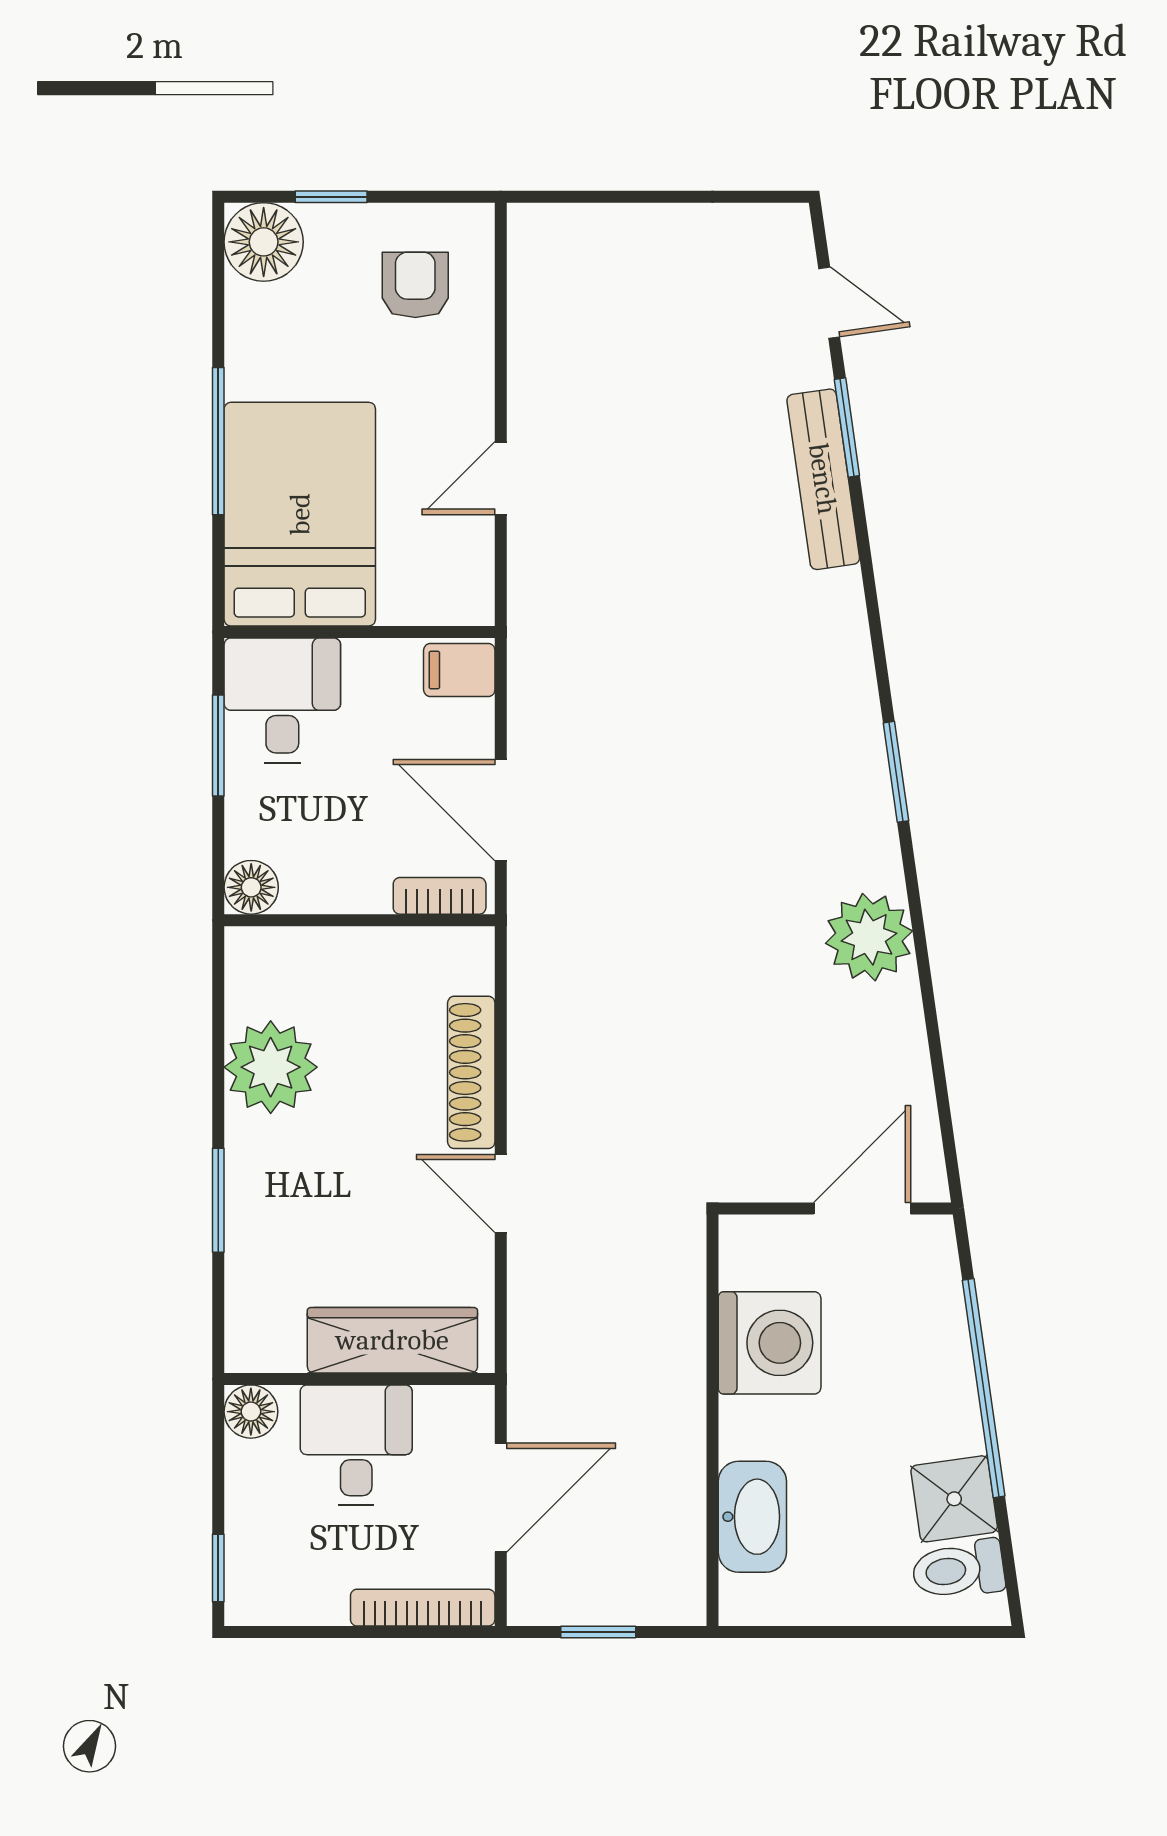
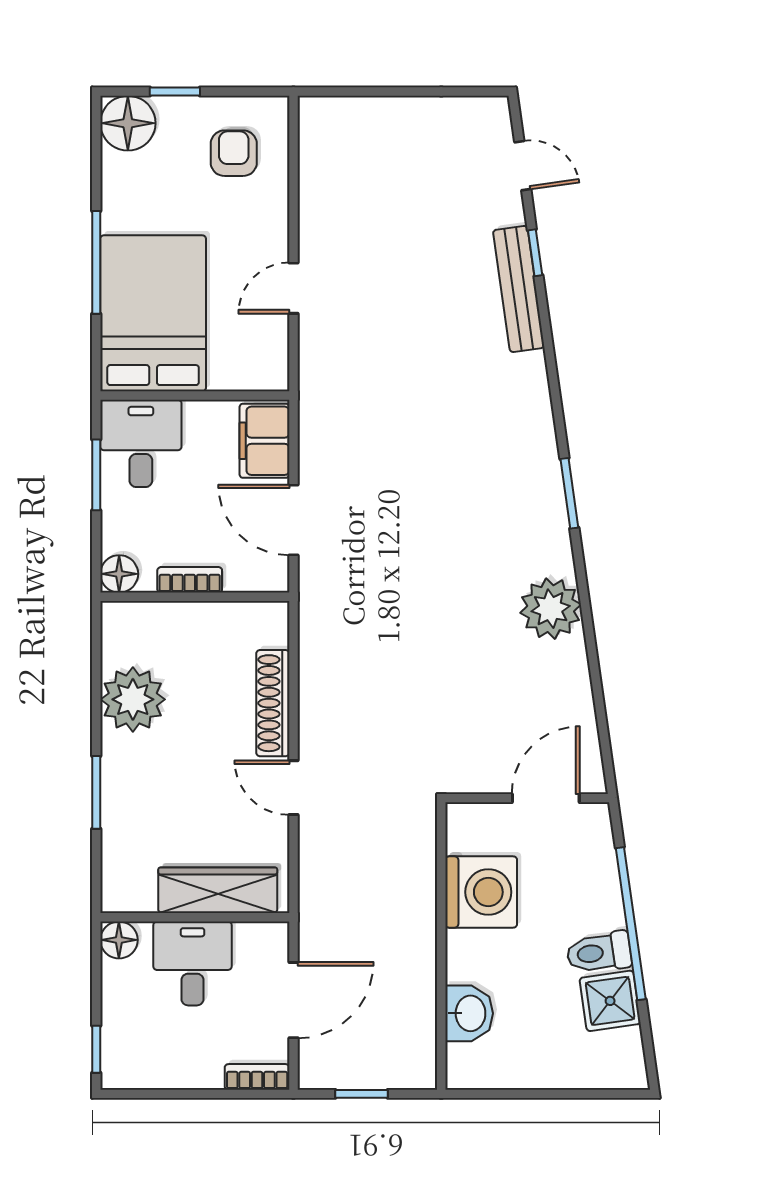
window: (847, 427) -> (535, 253), width x0.67
filing cabinet: (459, 670) -> (264, 441), width x2.00
bookcase: (440, 896) -> (190, 580), moved
washbasin: (752, 1517) -> (469, 1013), width x0.72
toilet: (958, 1570) -> (599, 952), moved
bookcase: (423, 1608) -> (257, 1077), width x0.64

